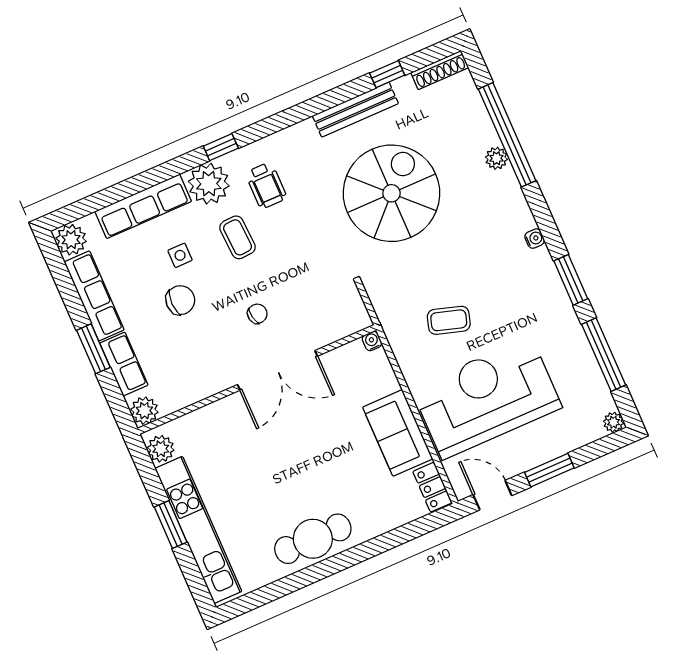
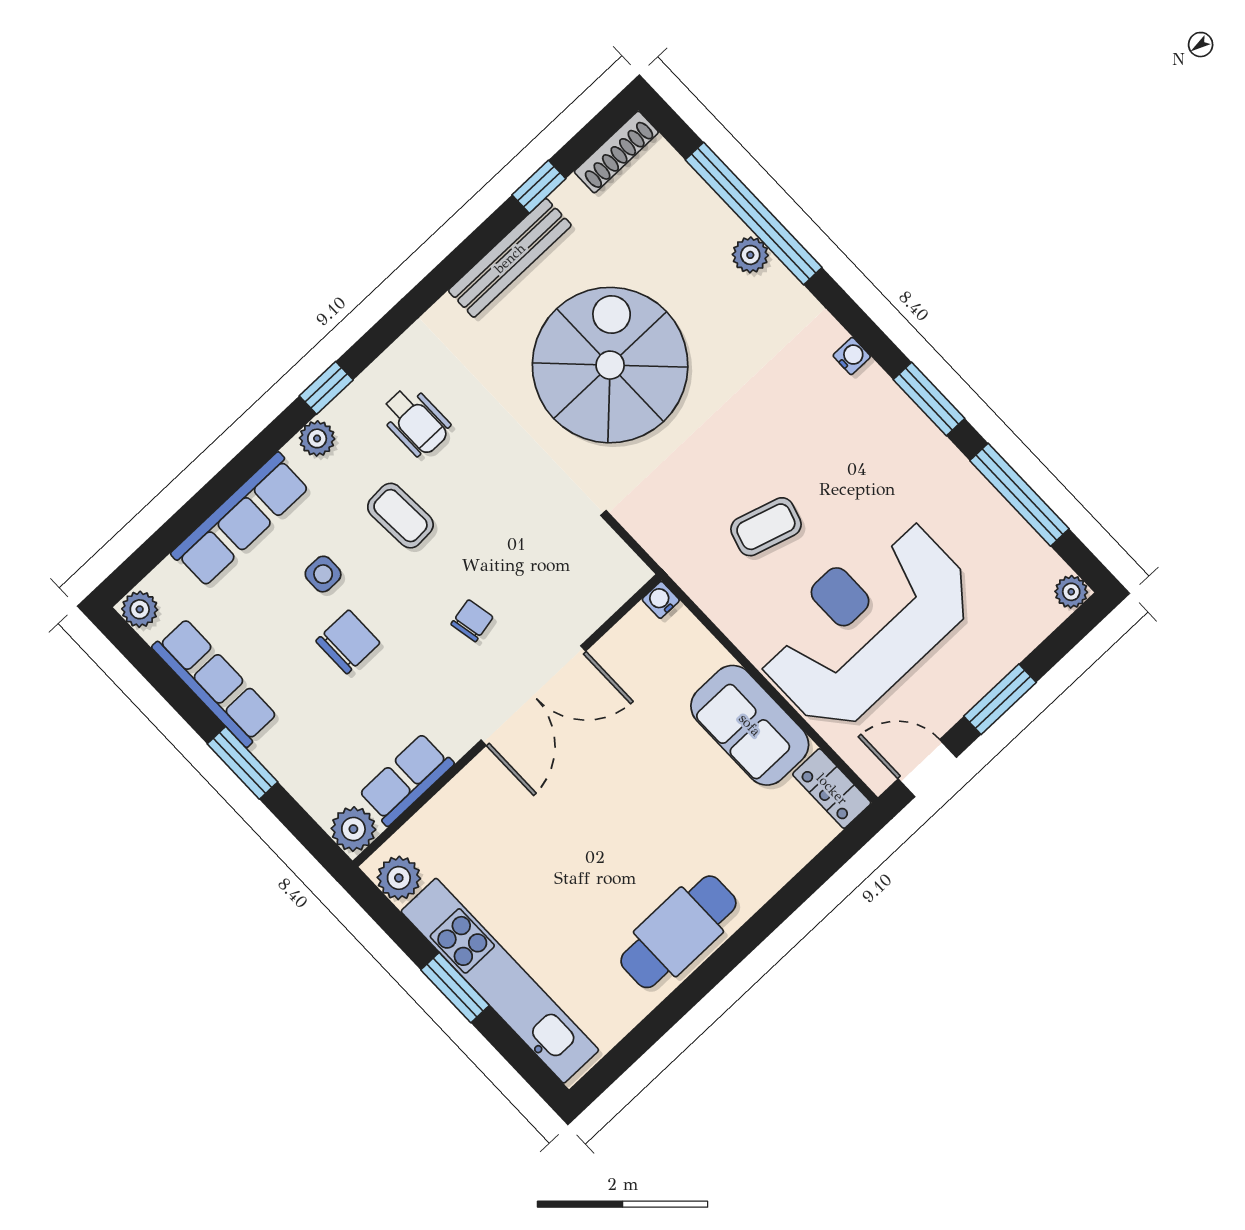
plant: (209, 184) -> (317, 438), width x0.53, depth x0.53
plant: (71, 240) -> (140, 609), width x0.73, depth x0.73
row of seats: (124, 364) -> (406, 779), moved, turned -90

